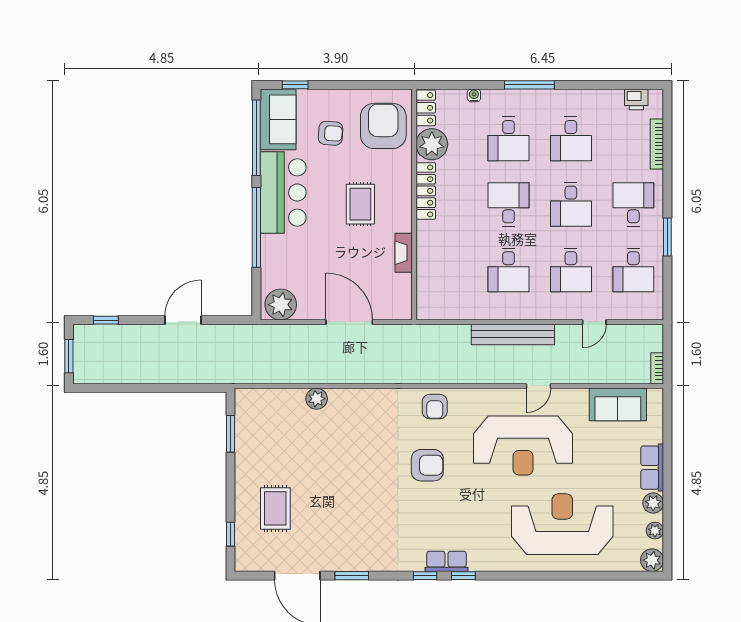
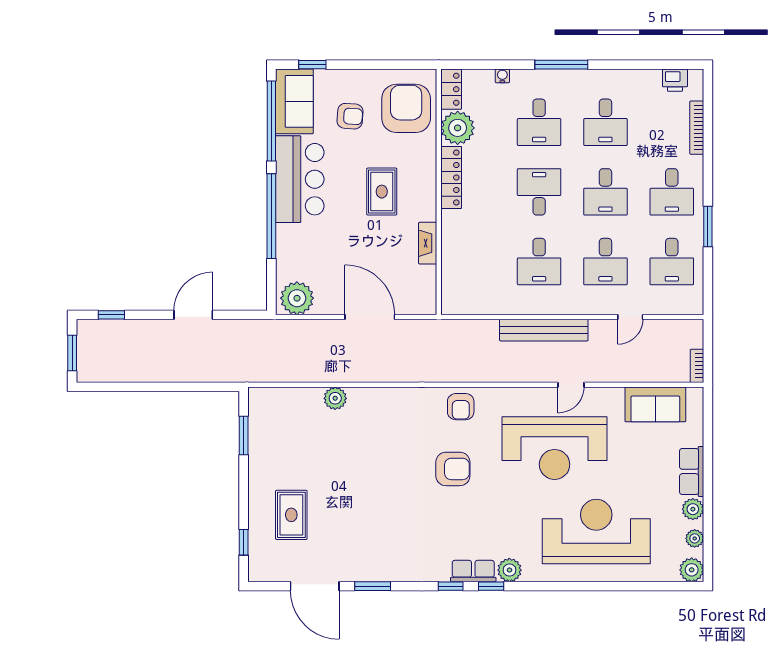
desk: (633, 204) -> (672, 192), turned 180
plant: (481, 560) -> (509, 570), added

